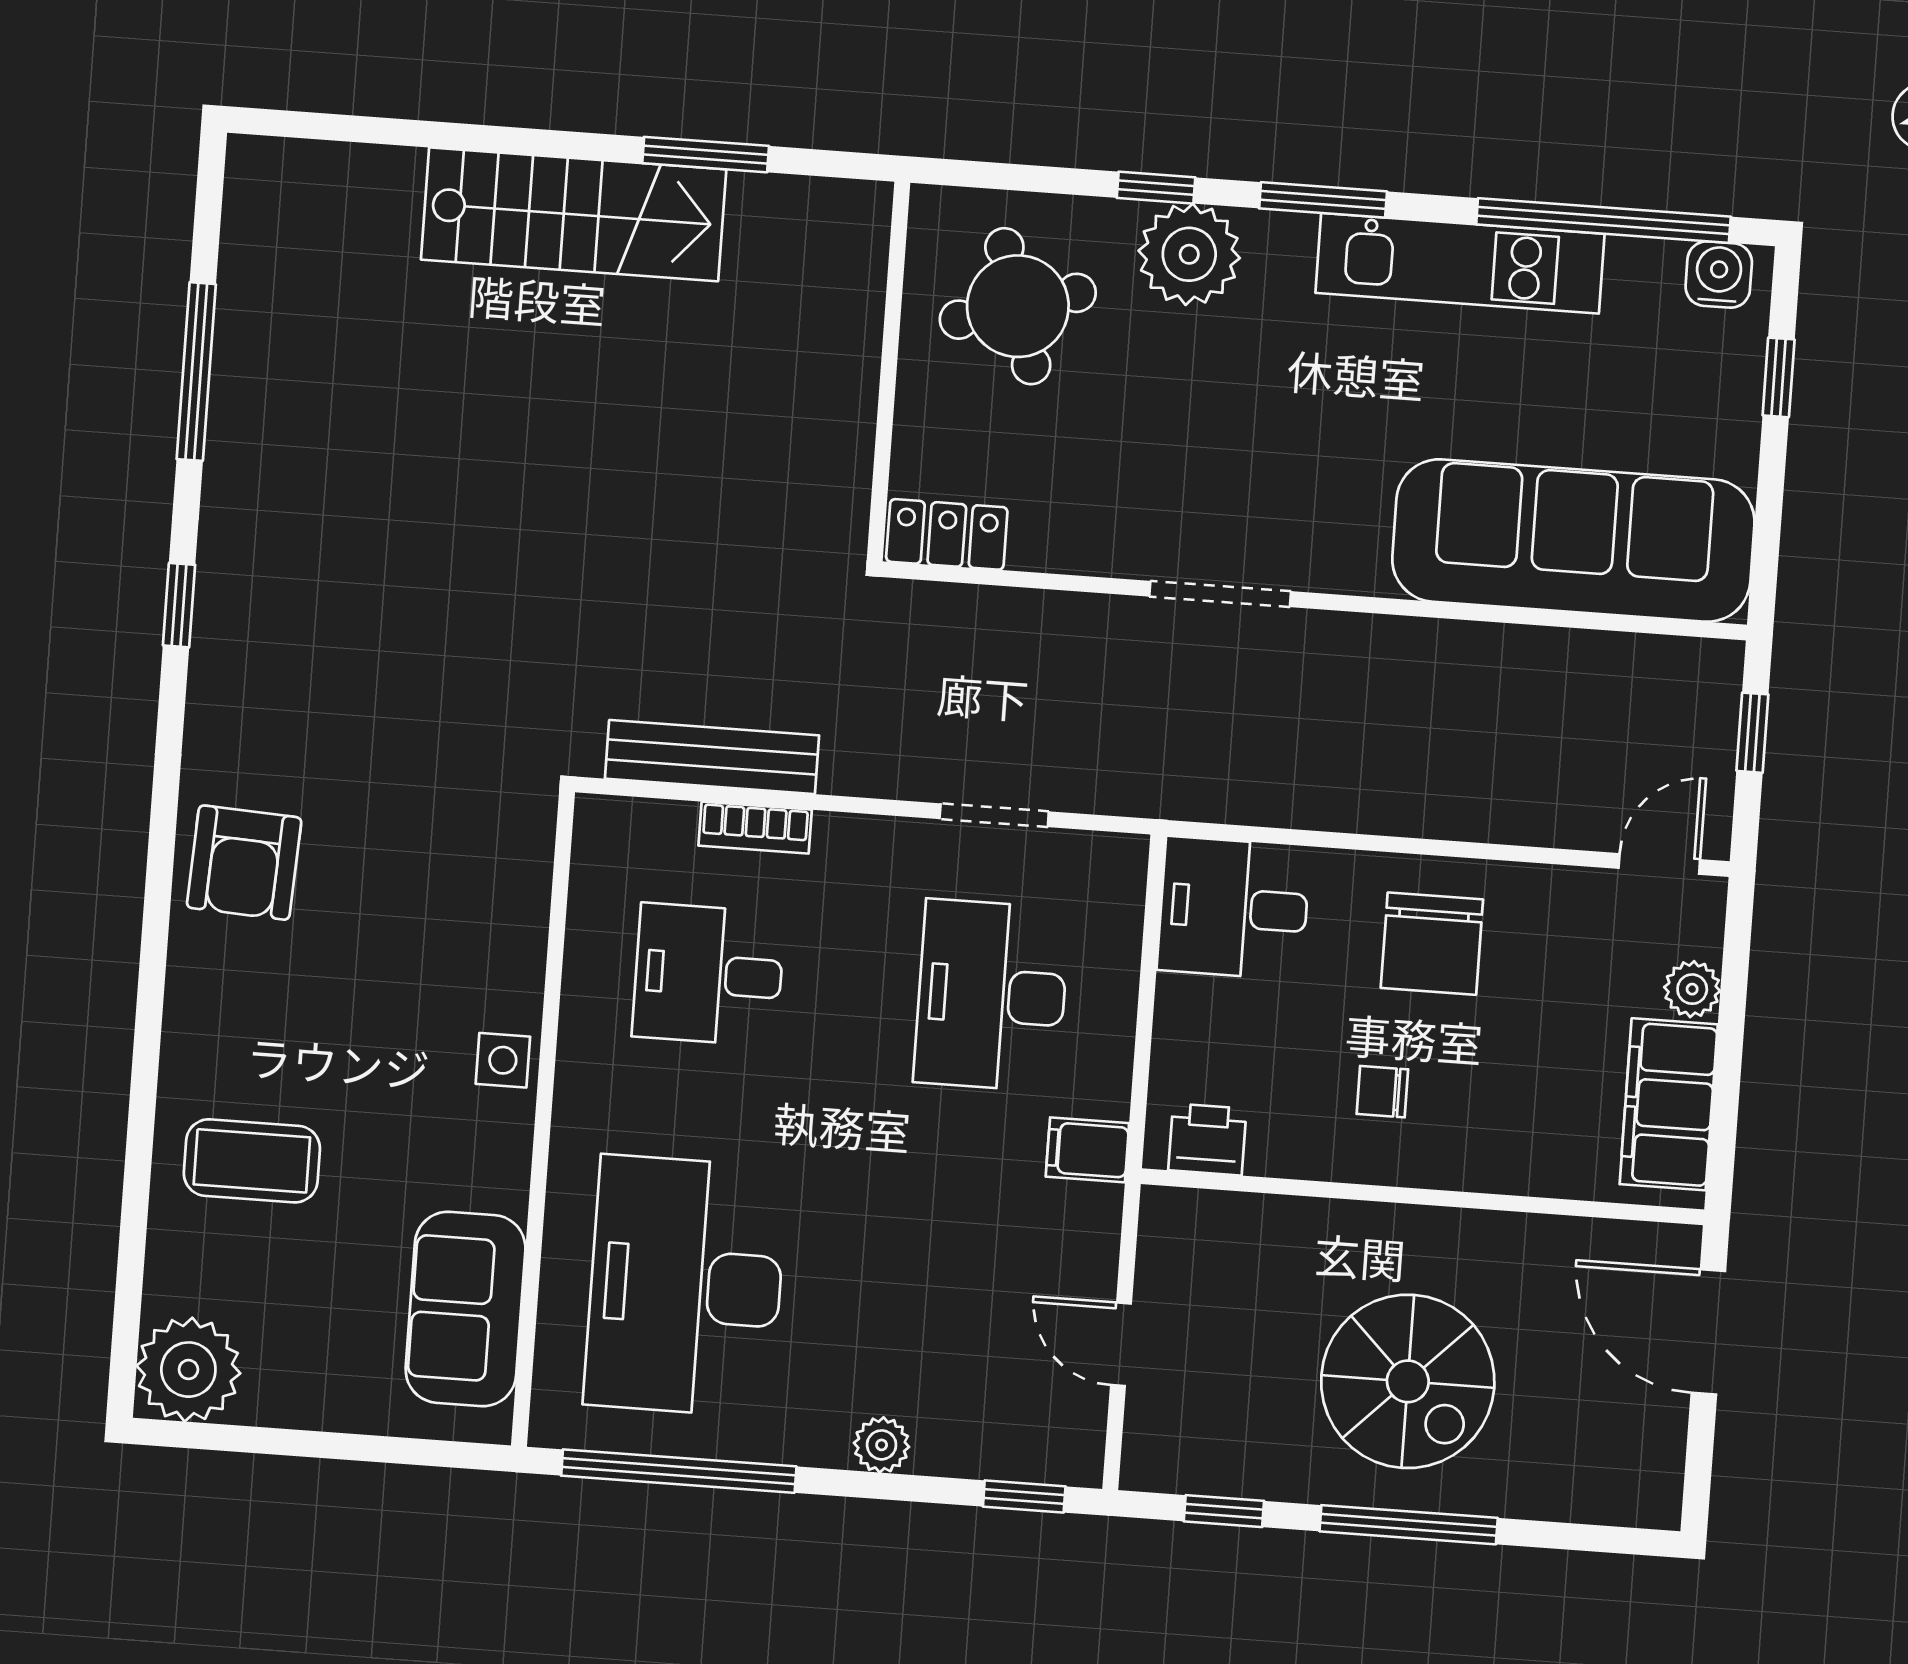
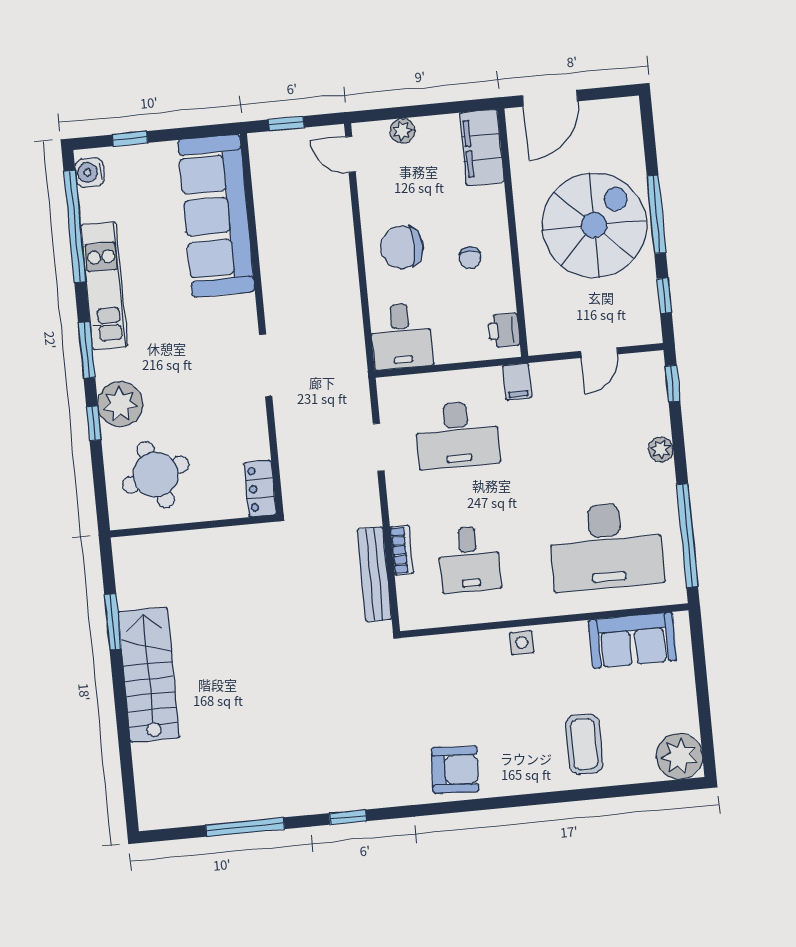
chair: (1432, 944) -> (402, 247), turned 180
filing cabinet: (1669, 1104) -> (482, 147), moved, turned 90
spiral stairs: (1408, 1381) -> (594, 225), width x1.37, depth x1.37

